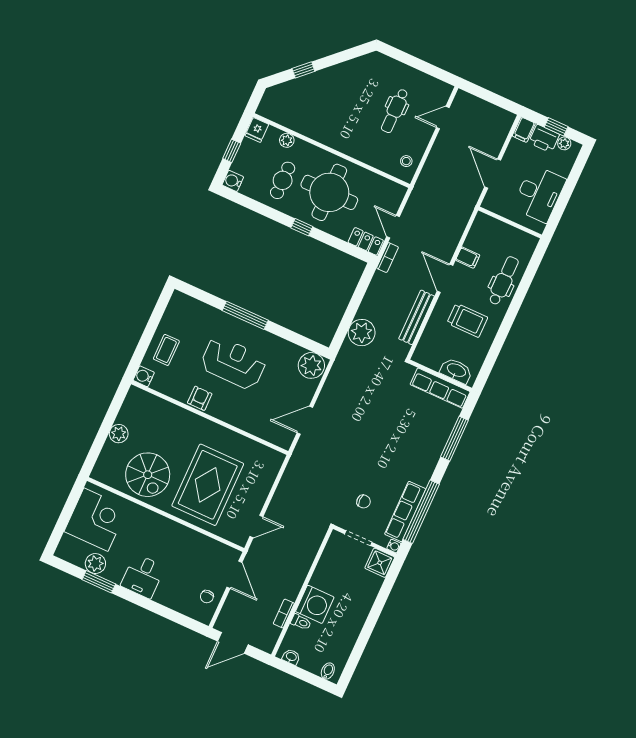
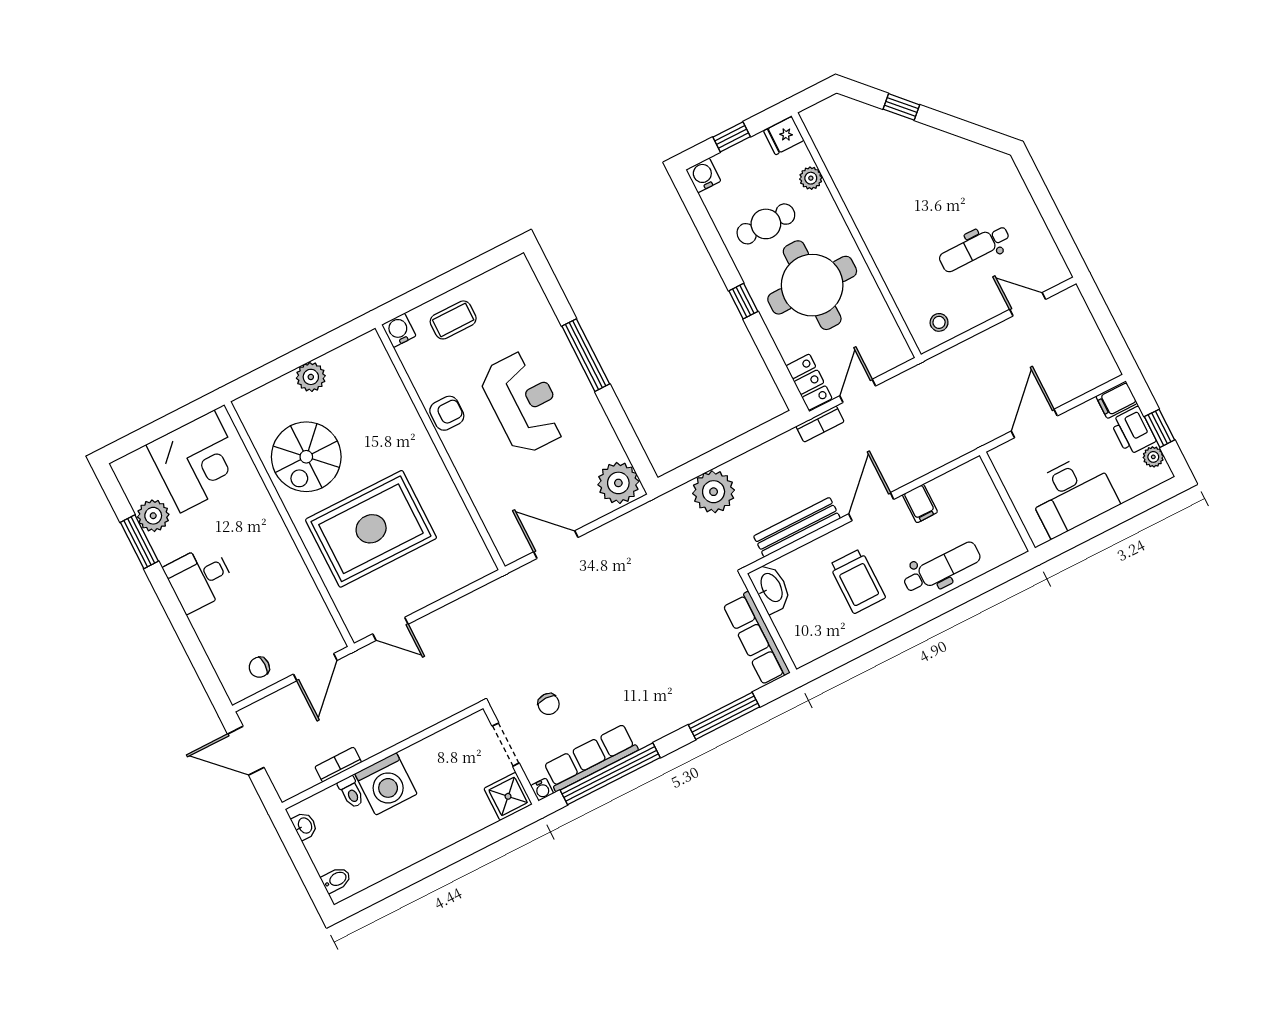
washbasin: (456, 371) -> (771, 588), moved

